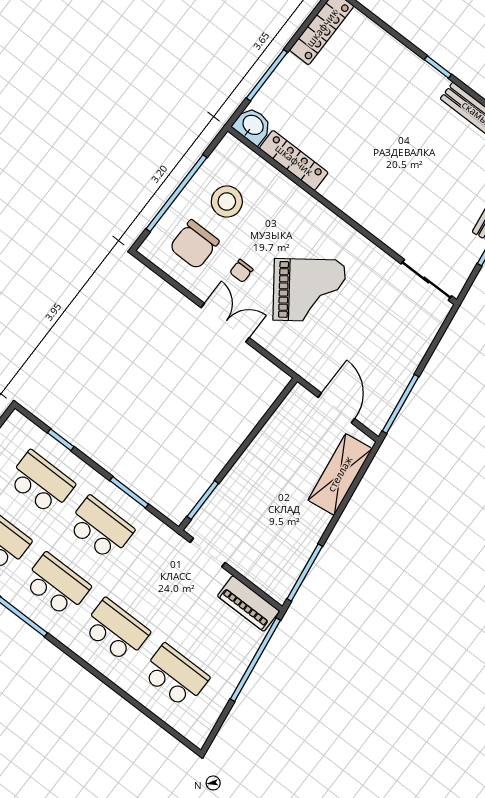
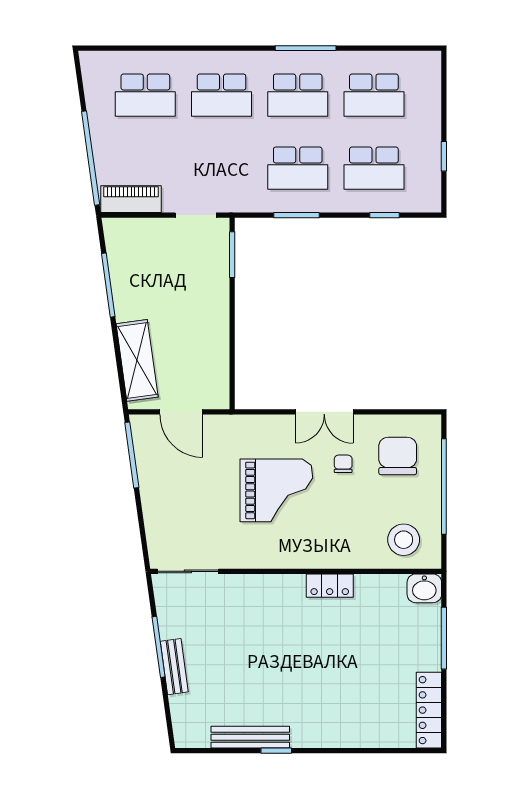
window: (438, 67) -> (276, 751), moved
locker: (294, 160) -> (330, 586), moved, width x0.66
stool: (227, 202) -> (404, 540), moved
grand piano: (309, 290) -> (276, 490), turned -144
window: (305, 573) -> (108, 285), moved

